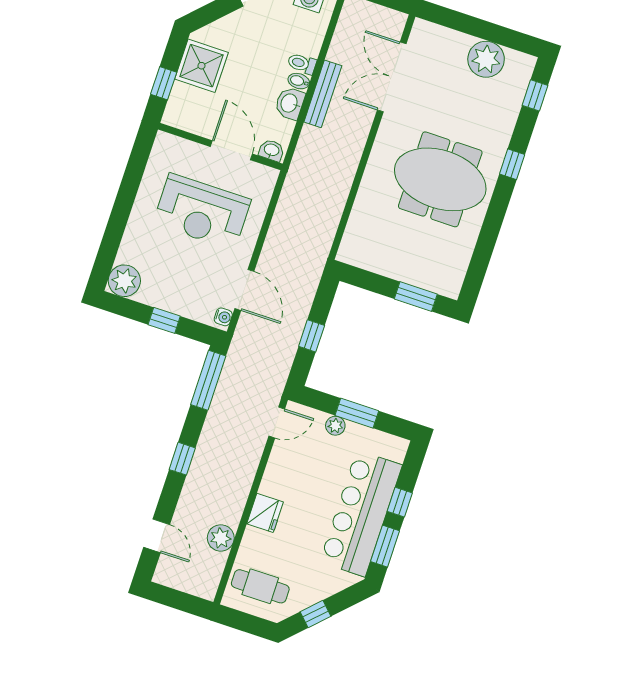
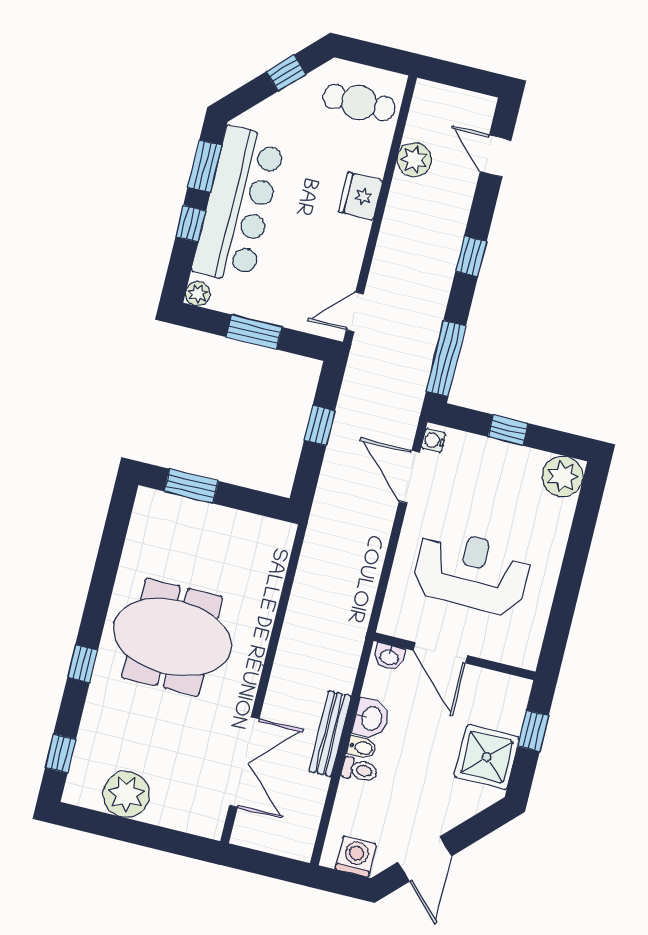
plant: (335, 426) -> (198, 294), moved

